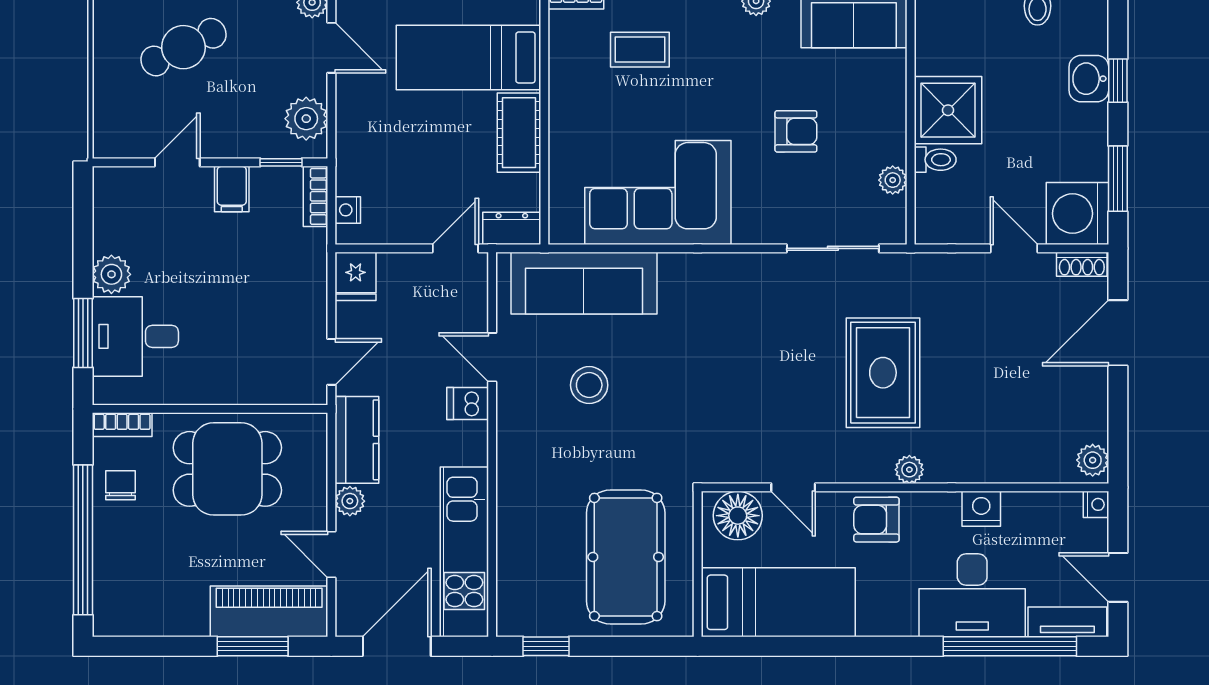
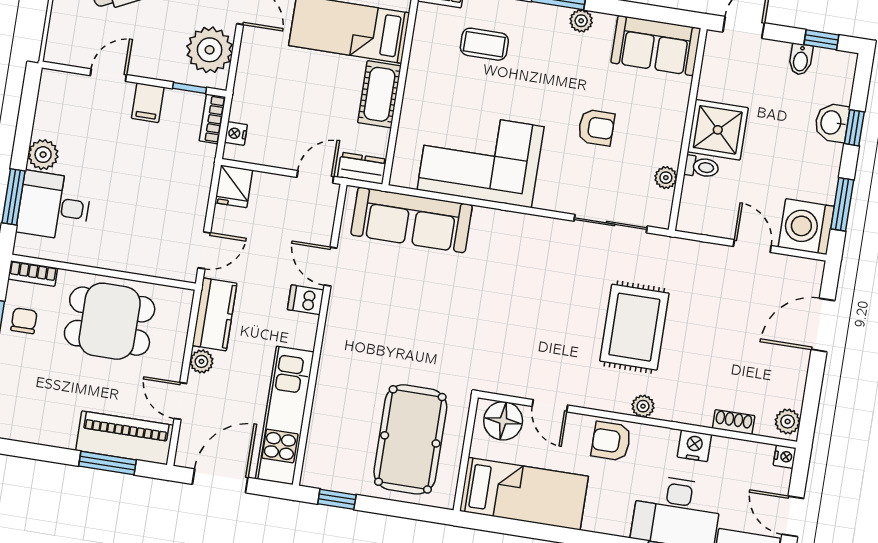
plant: (306, 119) -> (210, 50), width x1.36, depth x1.36
shoe rack: (1082, 264) -> (734, 422), moved, turned 180
stool: (589, 385) -> (403, 300), removed

